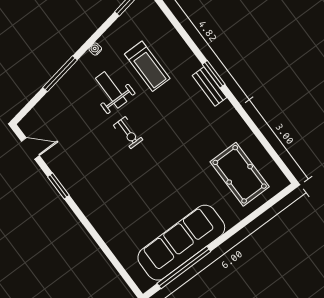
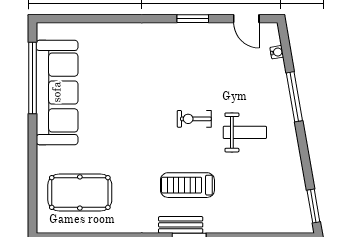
water cooler: (95, 49) -> (277, 52), moved
treadmill: (147, 66) -> (187, 185), moved
door: (30, 148) -> (246, 19), hinge flipped

